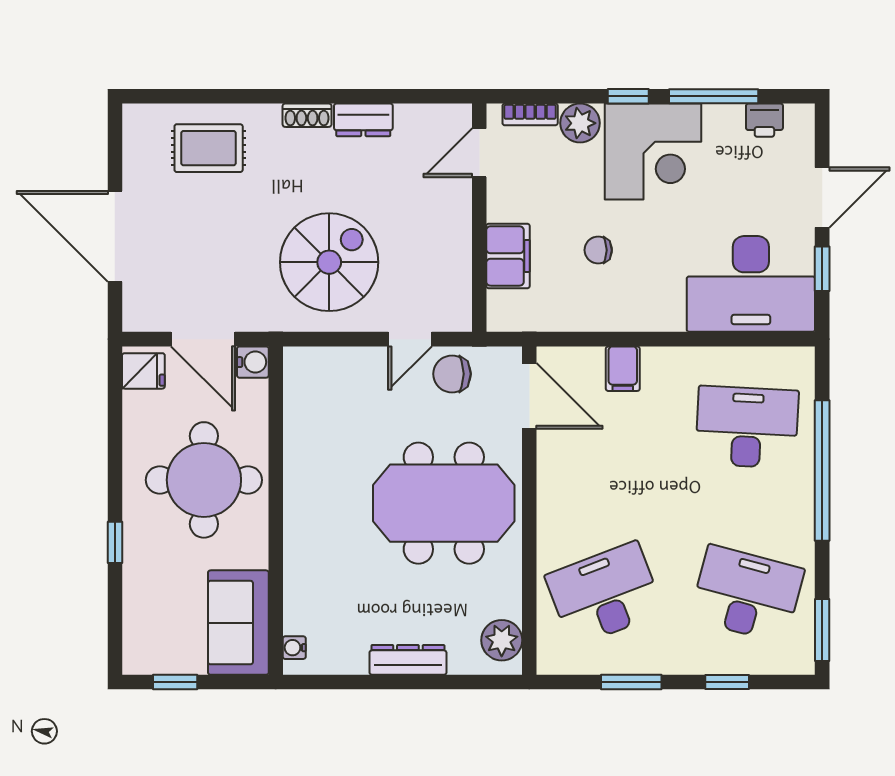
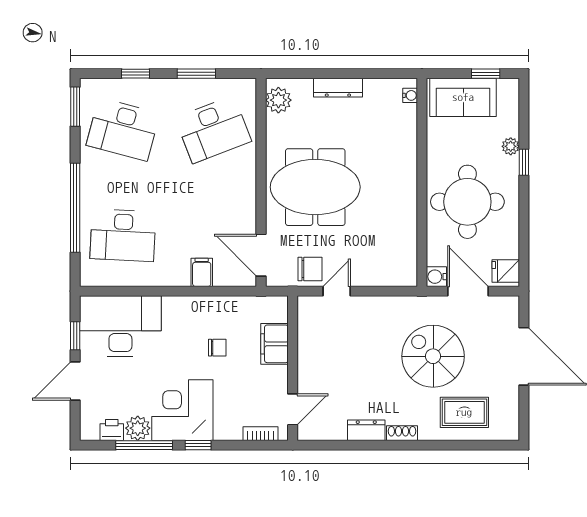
plant: (580, 123) -> (138, 428), moved
spiral stairs: (329, 262) -> (433, 356), moved, turned 90
plant: (136, 567) -> (511, 146), added
sofa: (238, 623) -> (463, 97), moved, turned 90

